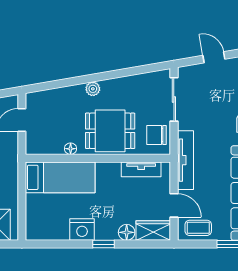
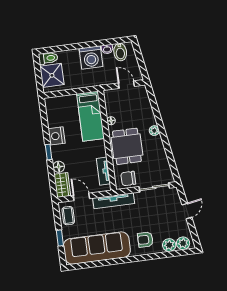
chair: (156, 135) -> (128, 178), turned -90
door: (174, 205) -> (81, 197), swing flipped

